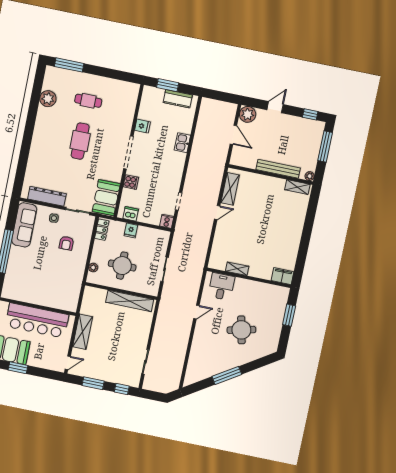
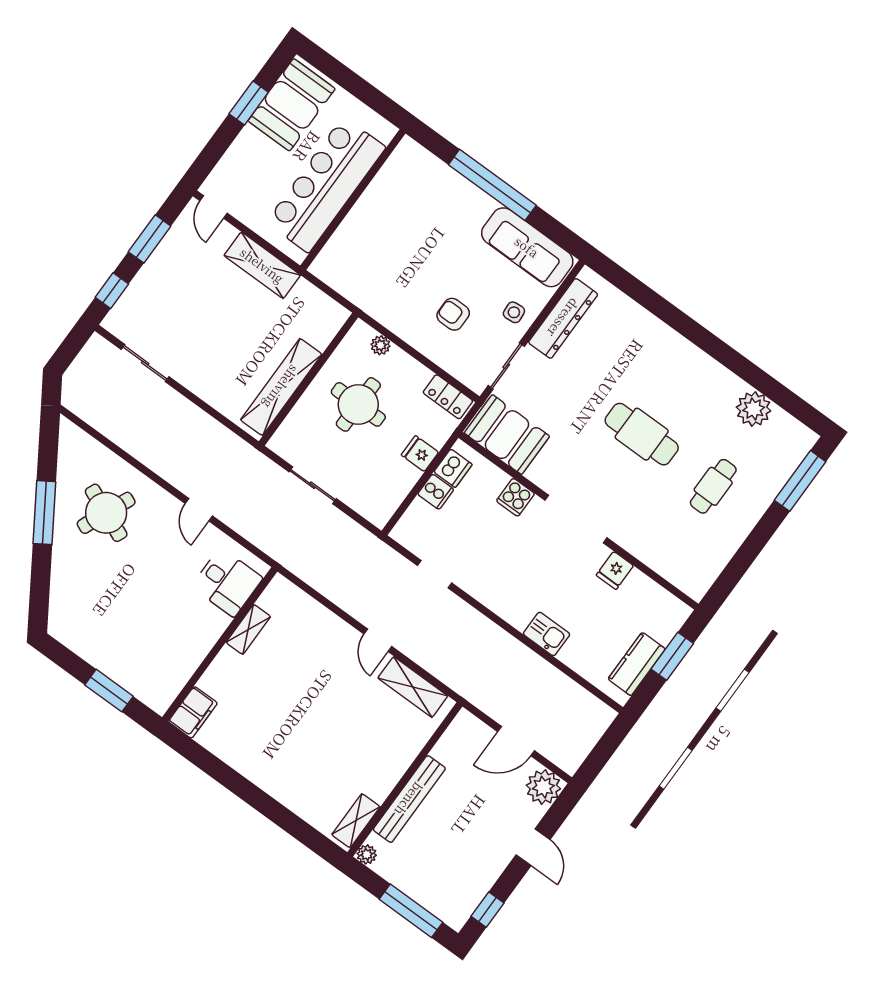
cooker: (167, 221) -> (436, 492), moved
round table: (241, 330) -> (106, 513), moved, turned 36

